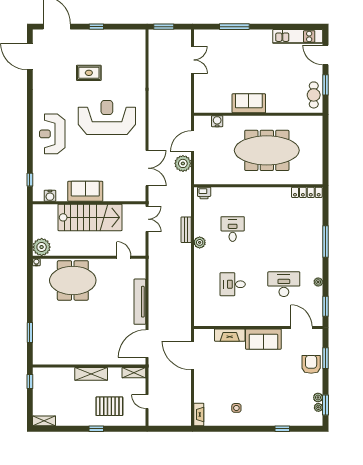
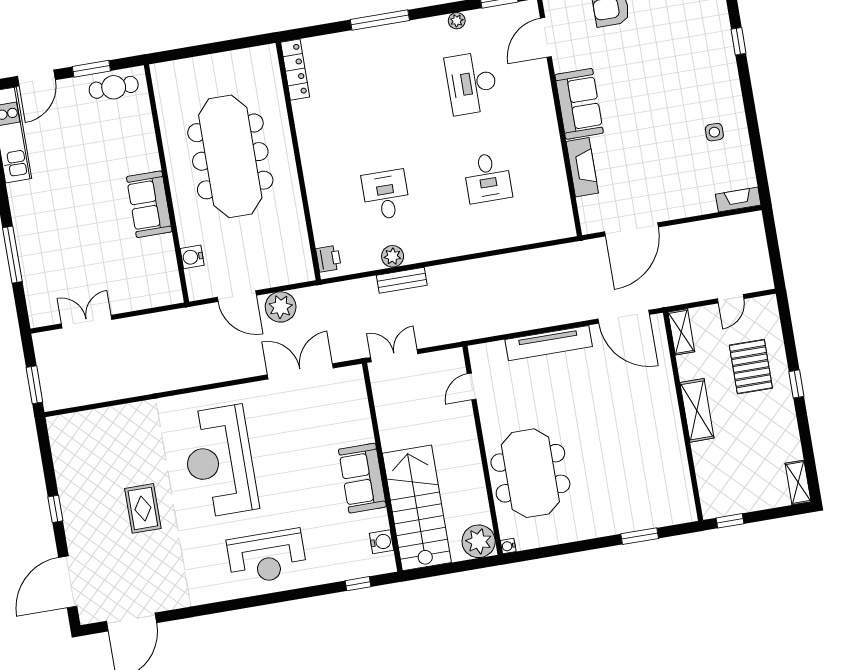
stairs: (90, 217) -> (417, 508), moved
desk: (233, 229) -> (386, 195), turned 90
plant: (200, 242) -> (393, 256), moved

